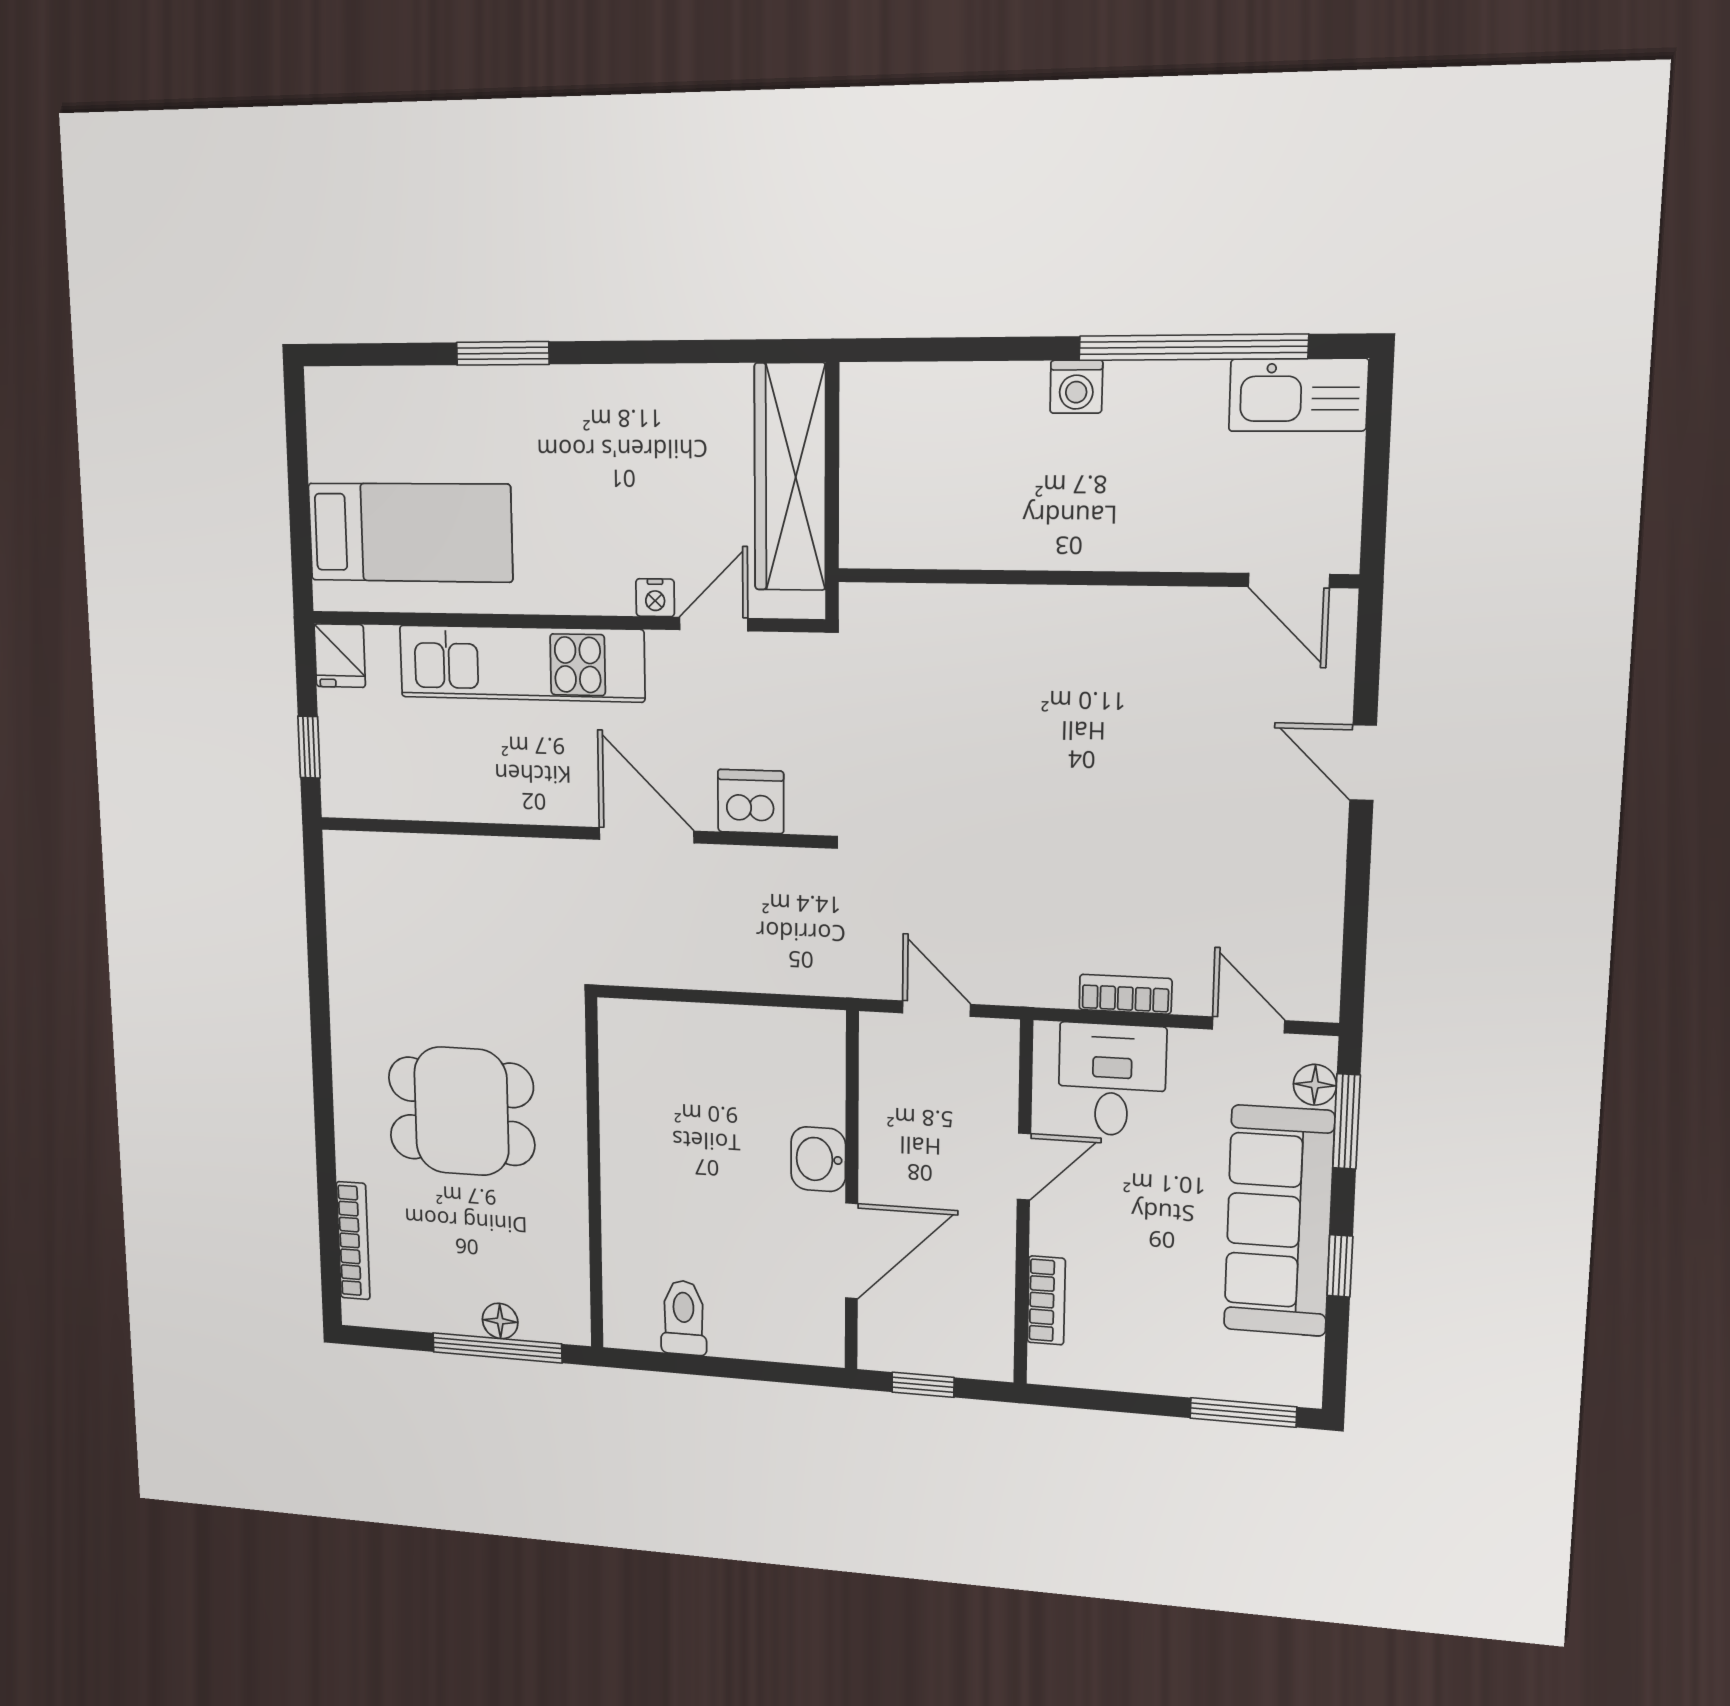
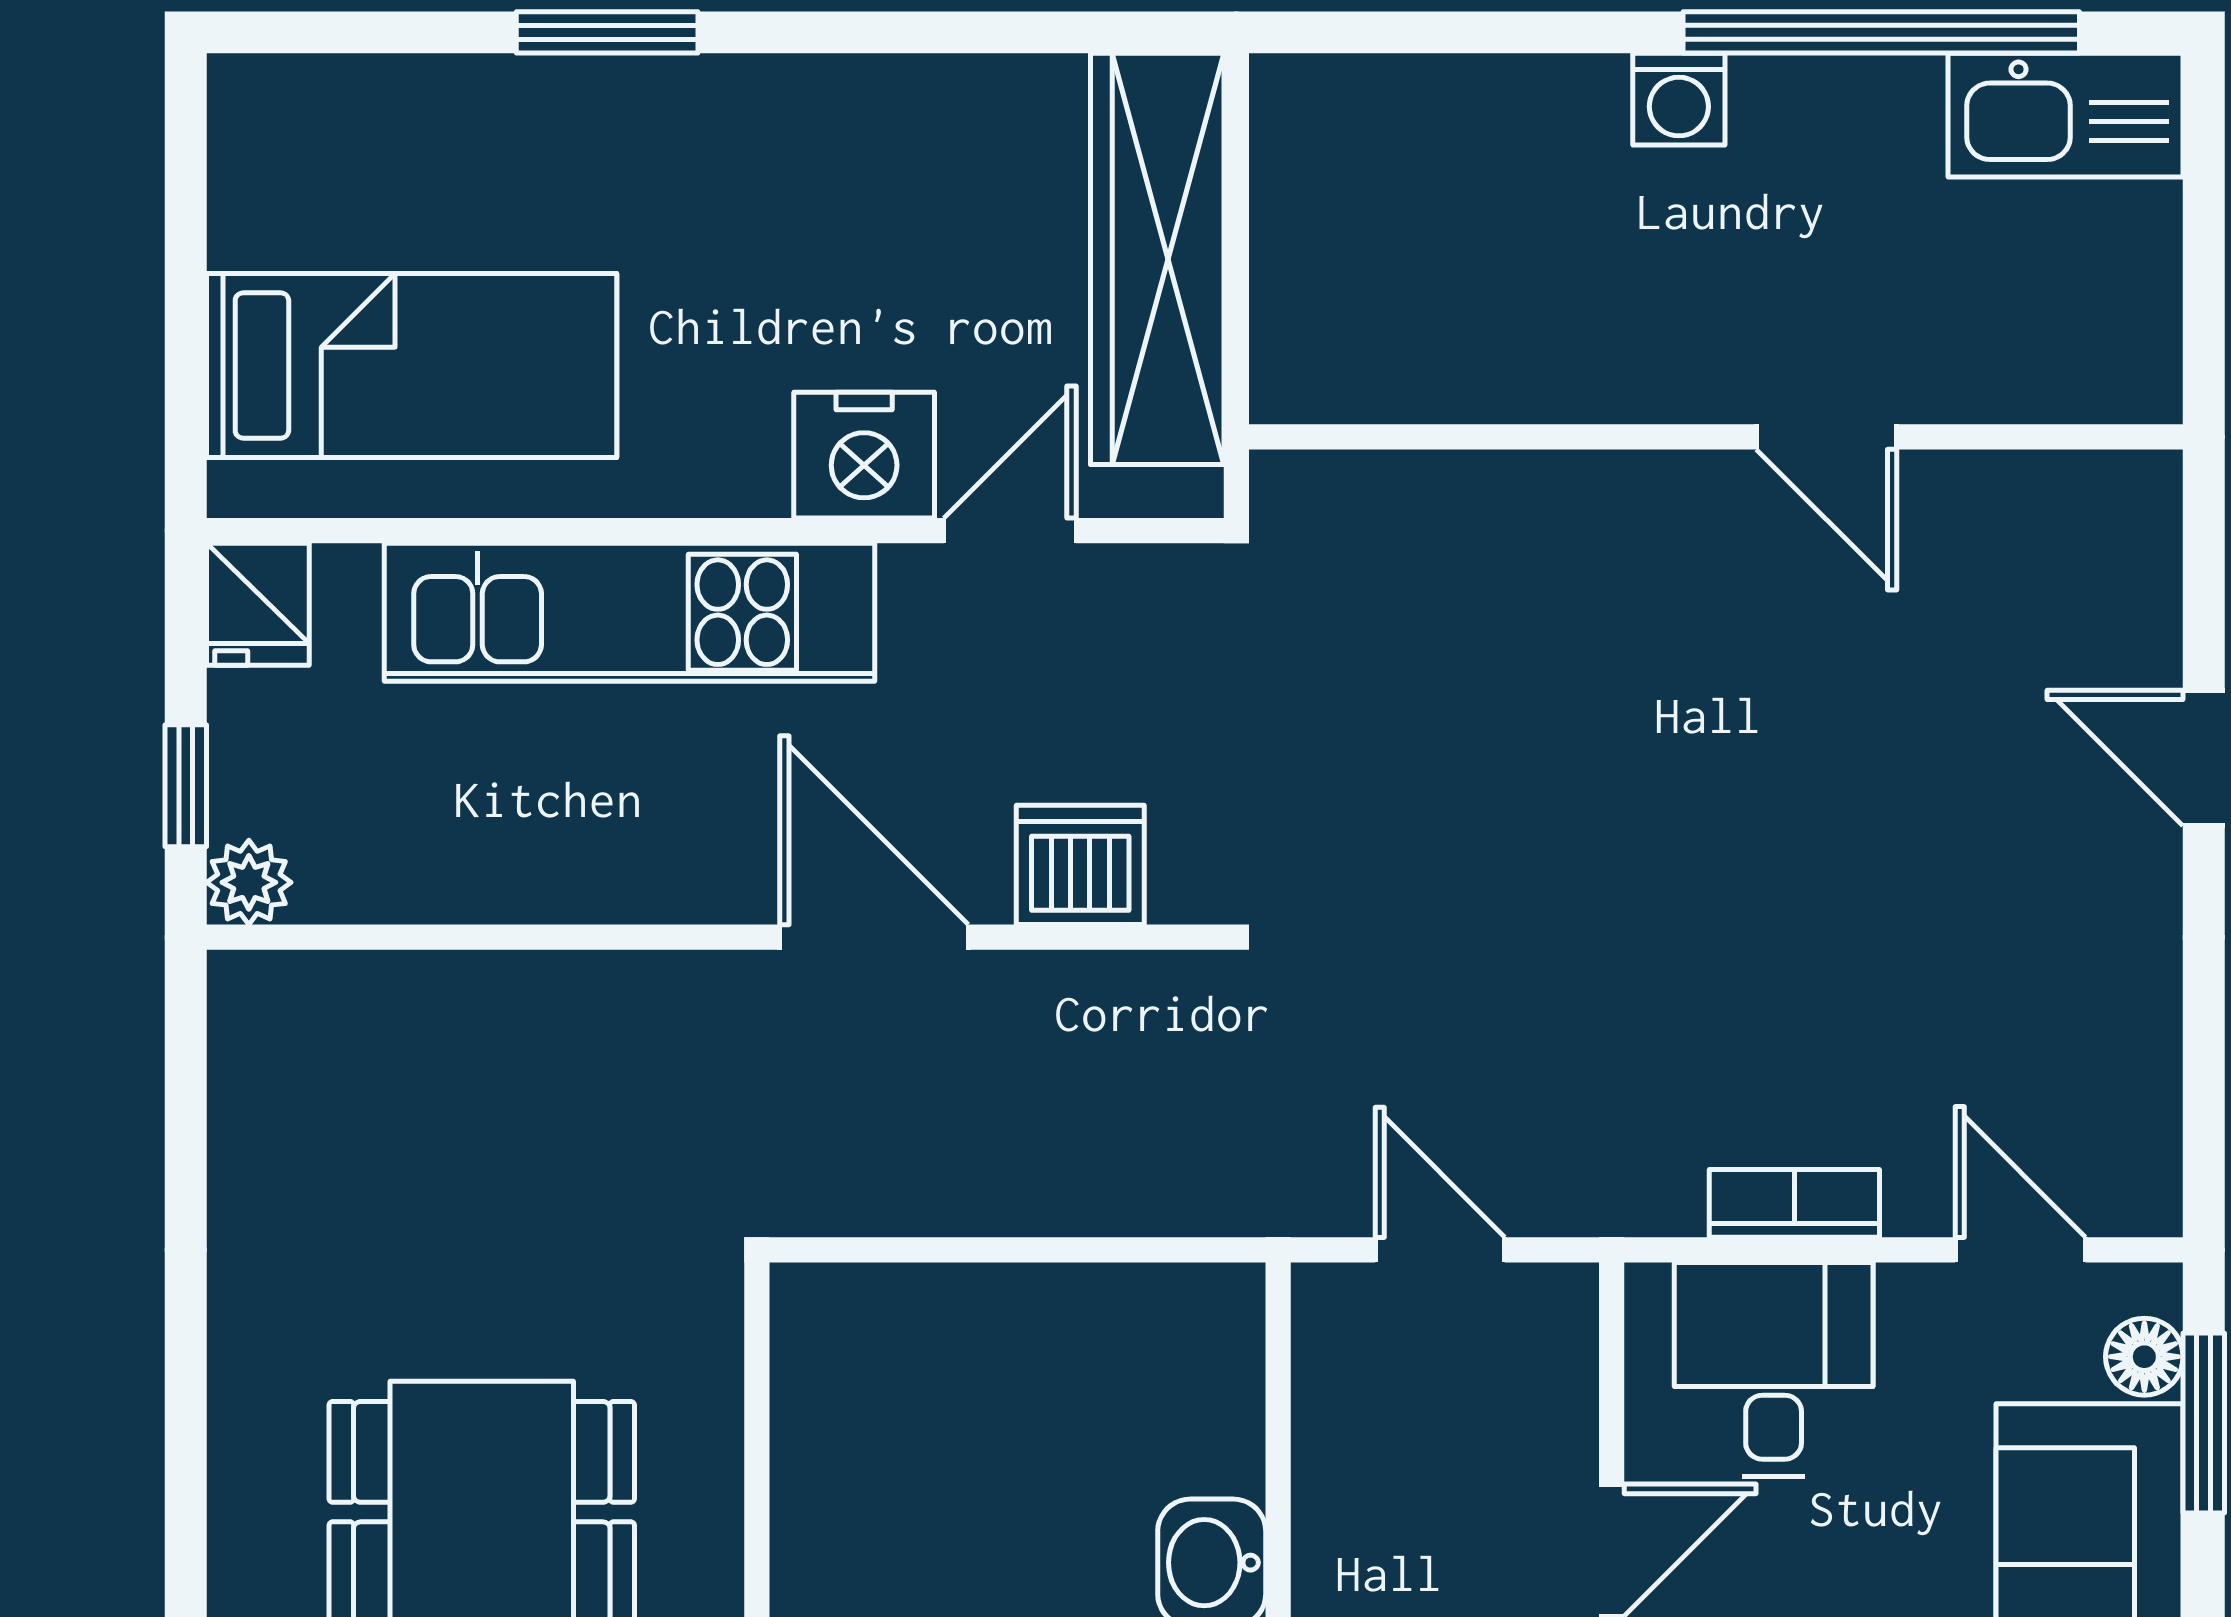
door: (1289, 581) -> (1827, 437), moved
nightstand: (655, 598) -> (864, 455), width x1.89, depth x1.79
plant: (341, 797) -> (249, 882), added

